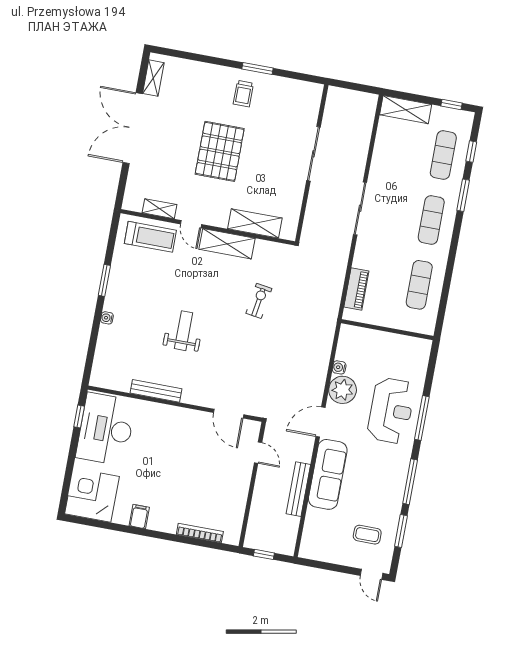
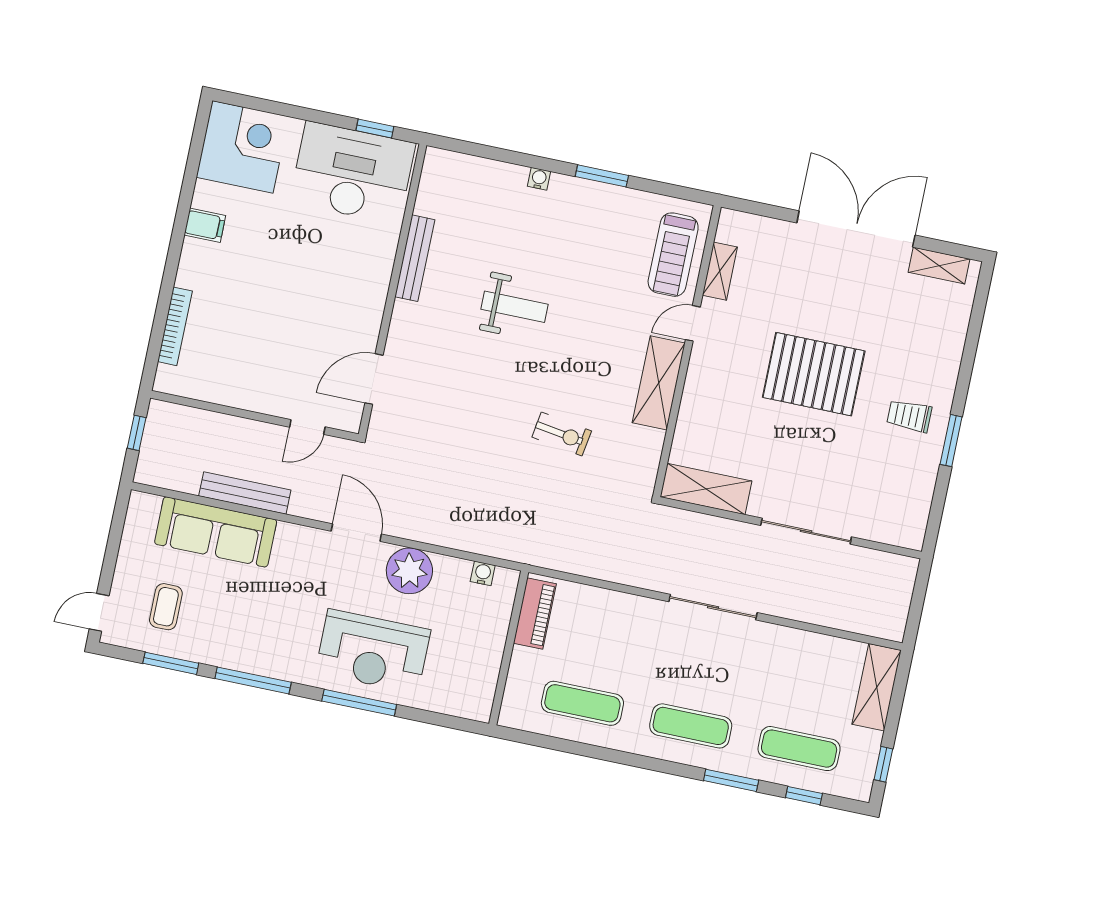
shelving: (255, 223) -> (706, 489), moved, turned 90
piano: (356, 289) -> (535, 613), moved, turned -90
water cooler: (339, 367) -> (483, 573), moved
sofa: (328, 474) -> (216, 532), moved

